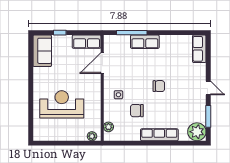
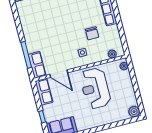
row of seats: (145, 42) -> (37, 65), moved
chair: (159, 86) -> (66, 20), removed
reception desk: (62, 104) -> (95, 88), moved
plant: (39, 134) -> (134, 112), added

